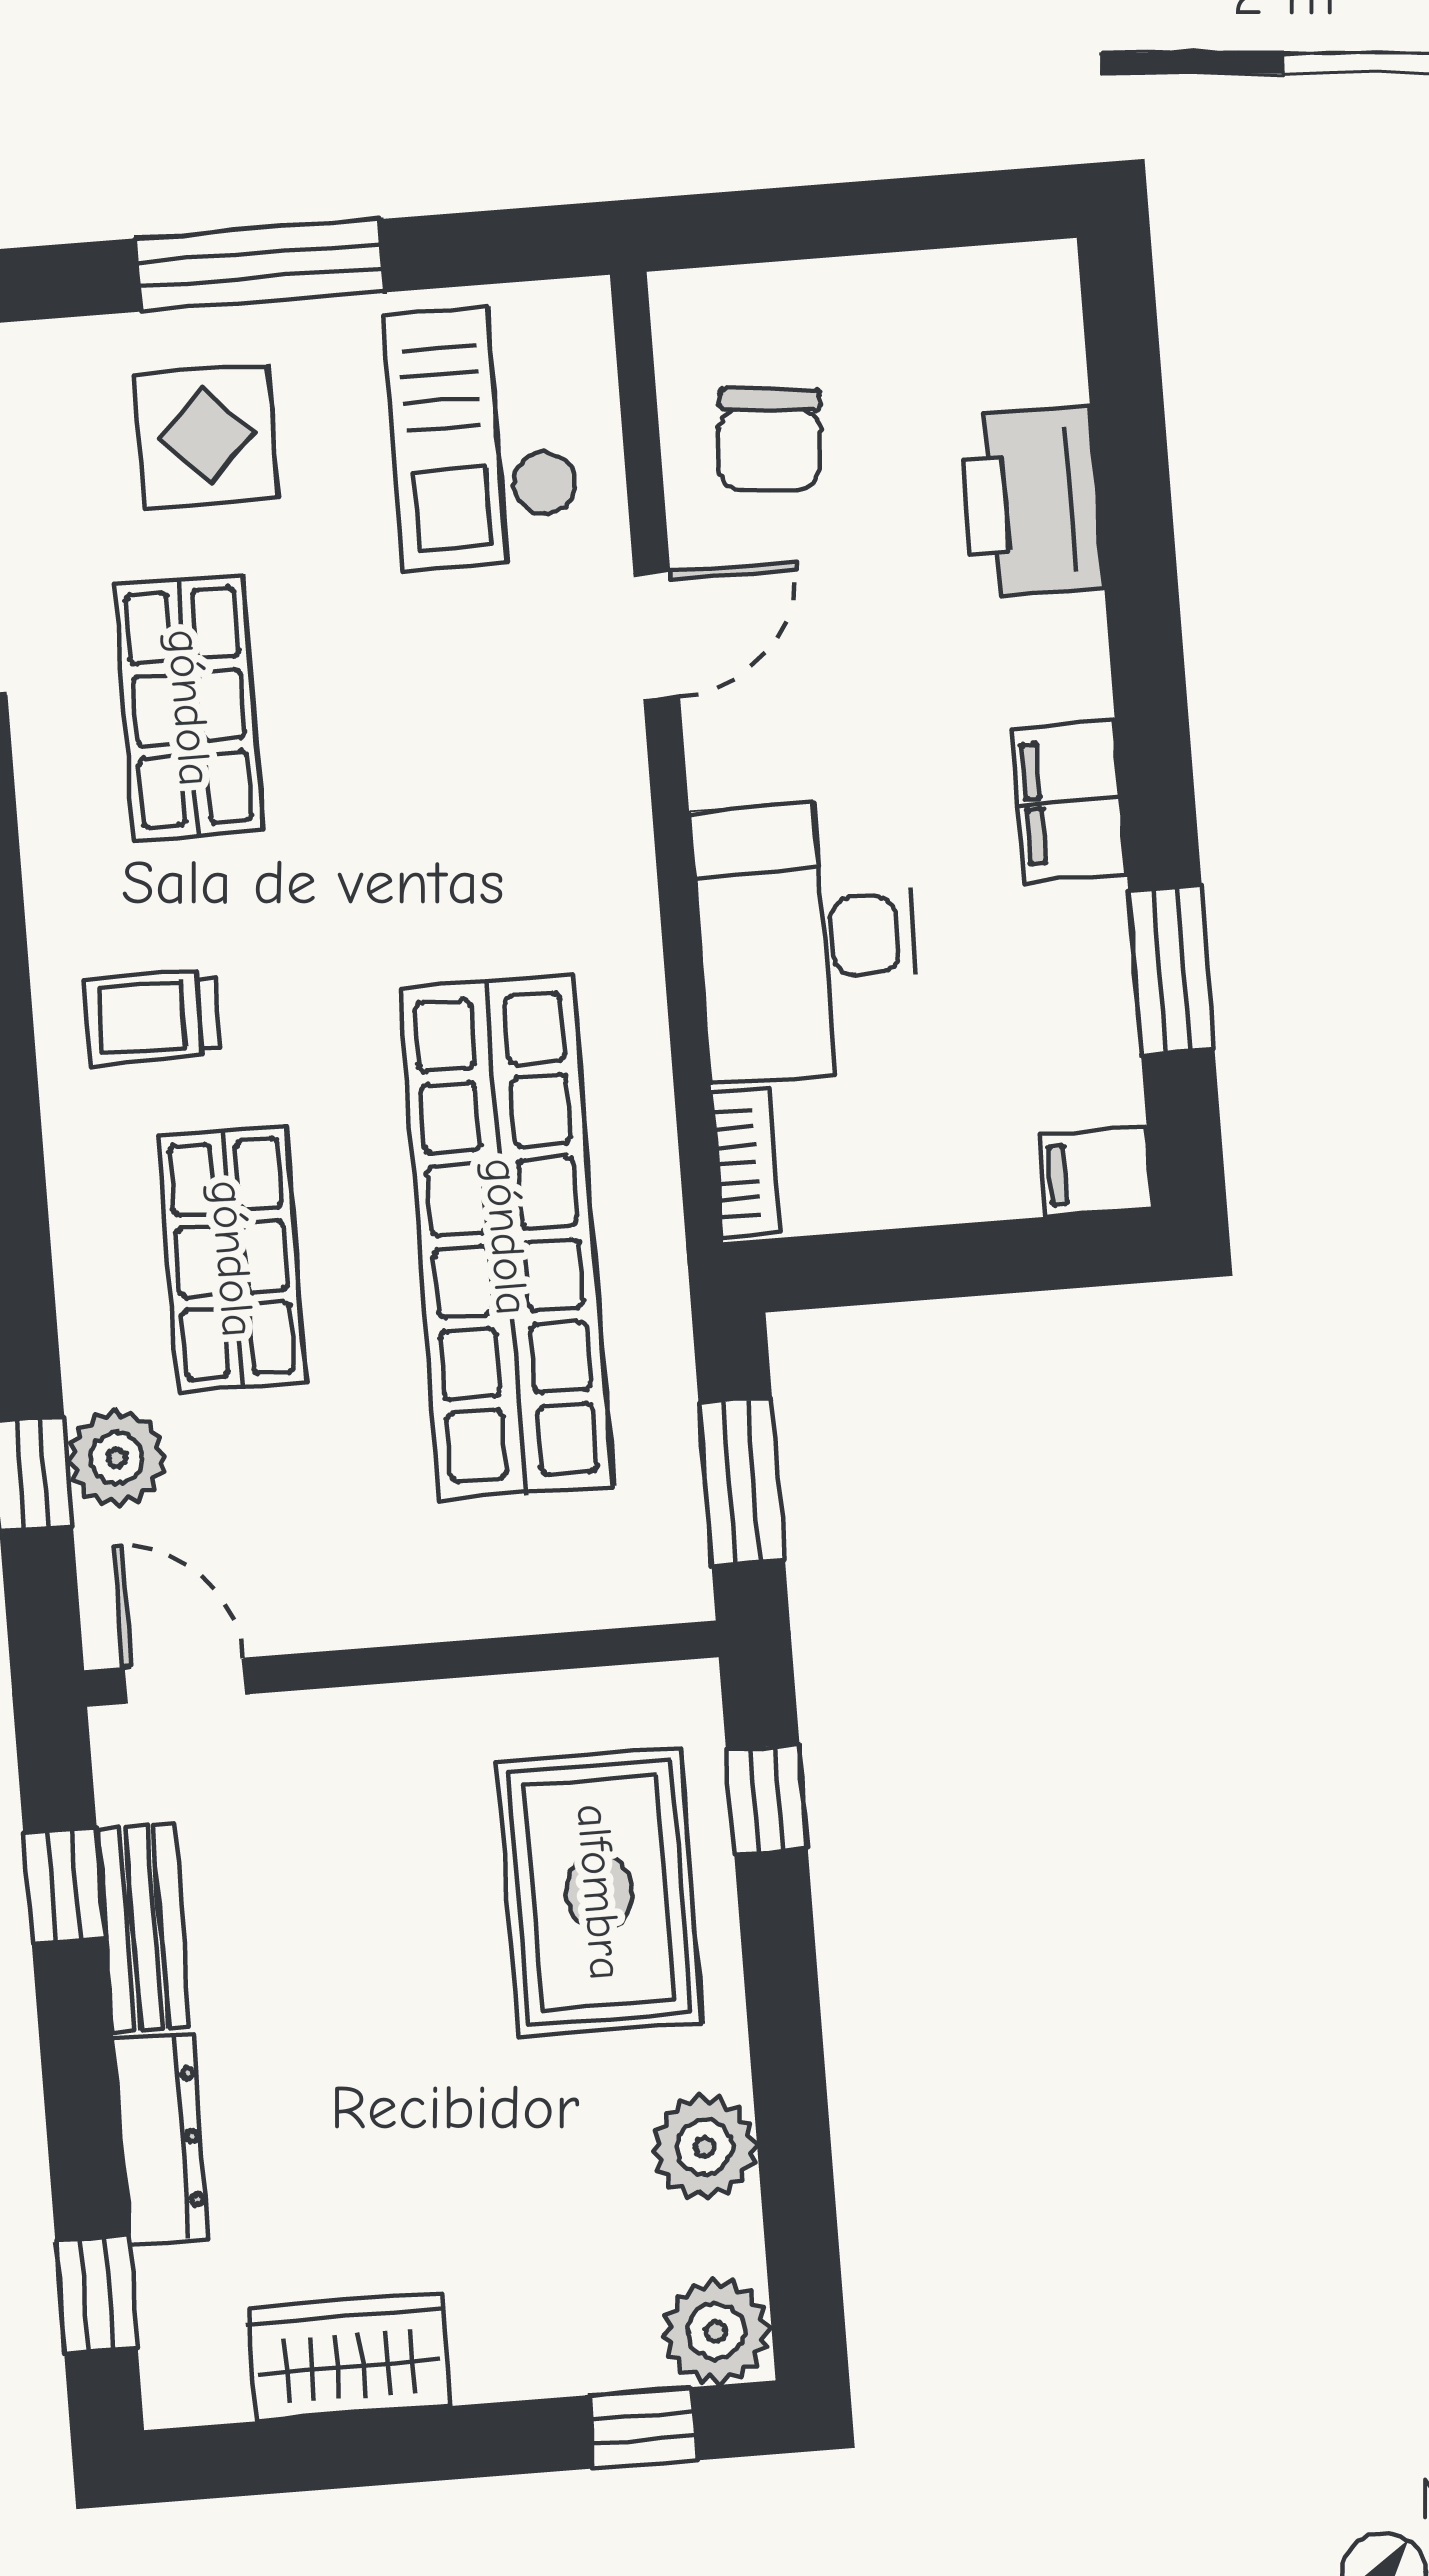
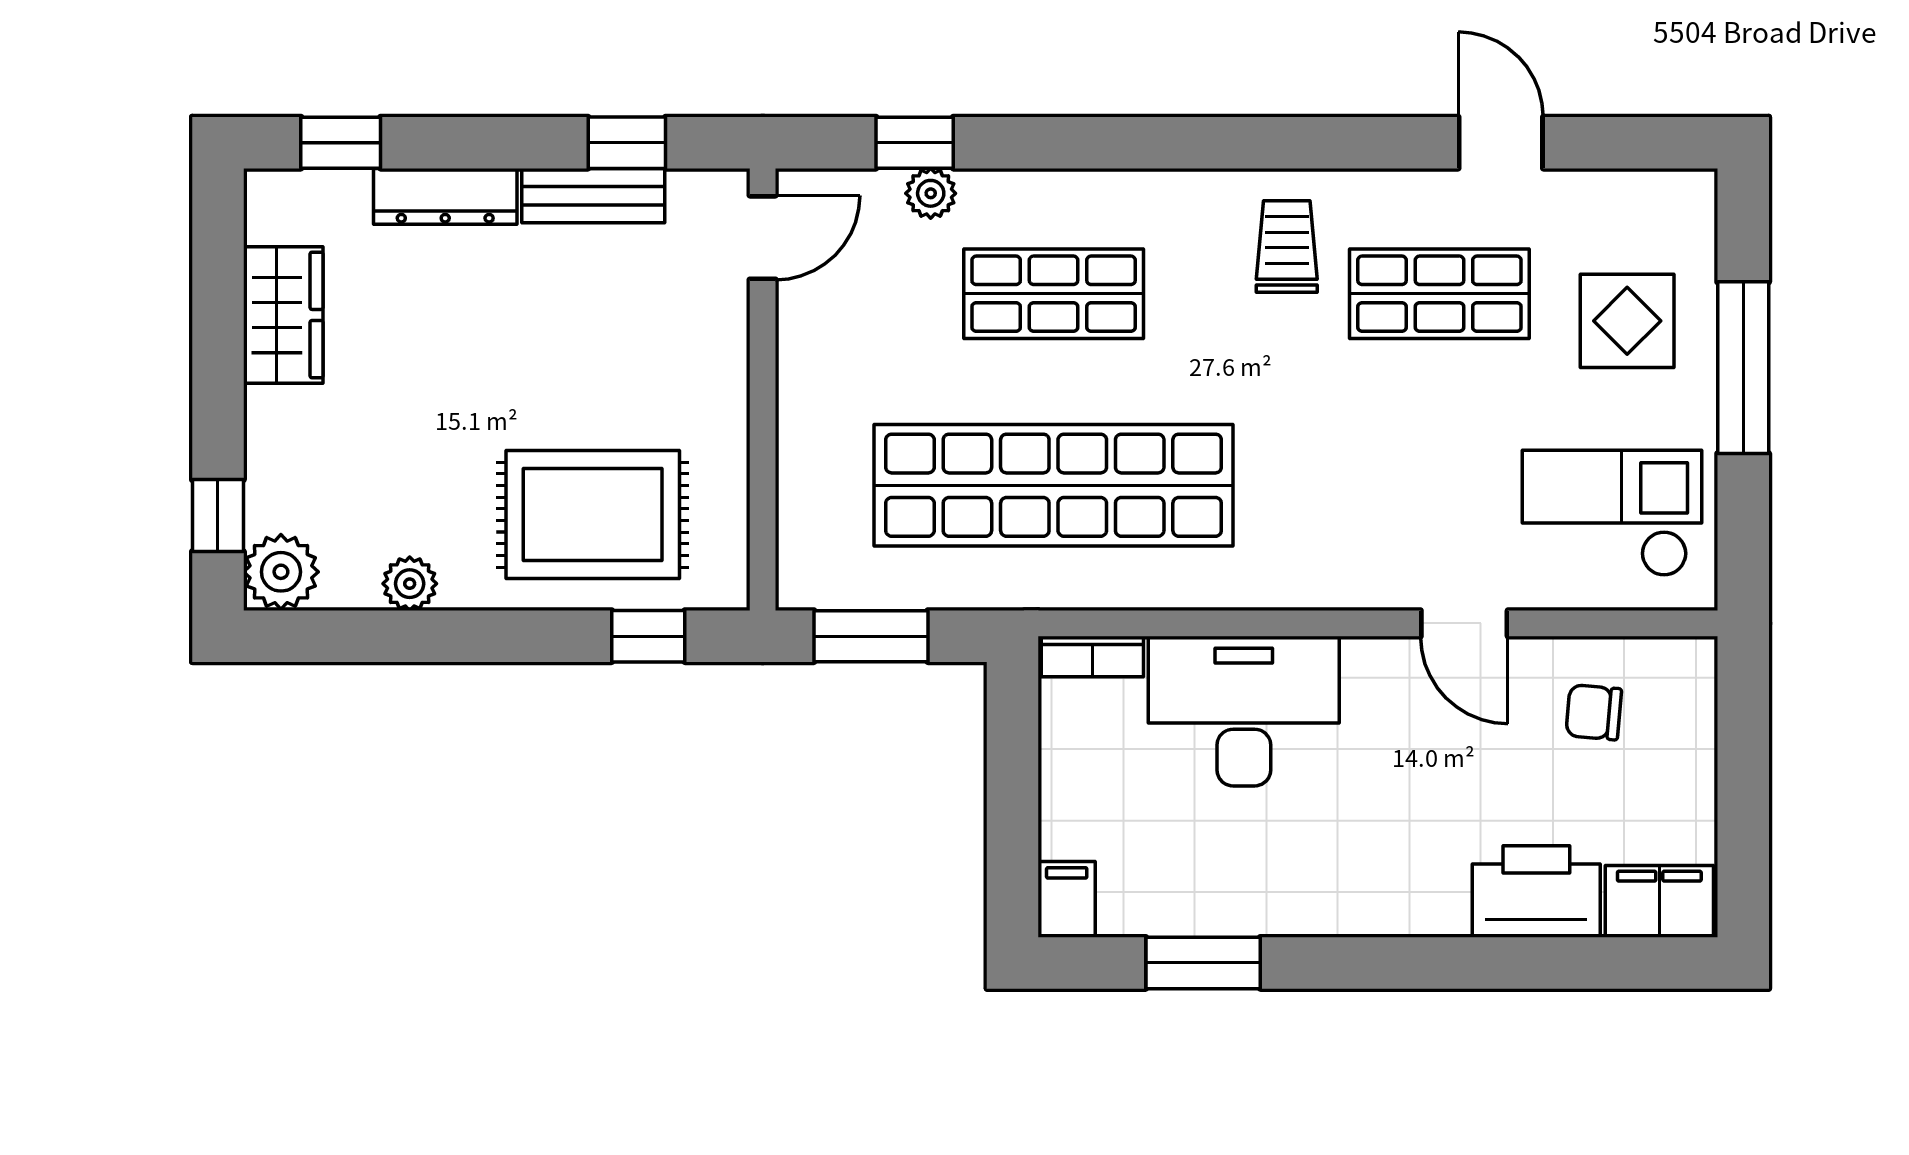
chair: (769, 440) -> (1594, 712), width x0.73, depth x0.73
filing cabinet: (1069, 801) -> (1659, 901), moved
trolley: (151, 1017) -> (1287, 246), moved
plant: (117, 1458) -> (931, 193), width x0.73, depth x0.73
plant: (704, 2147) -> (410, 584), width x0.73, depth x0.73

